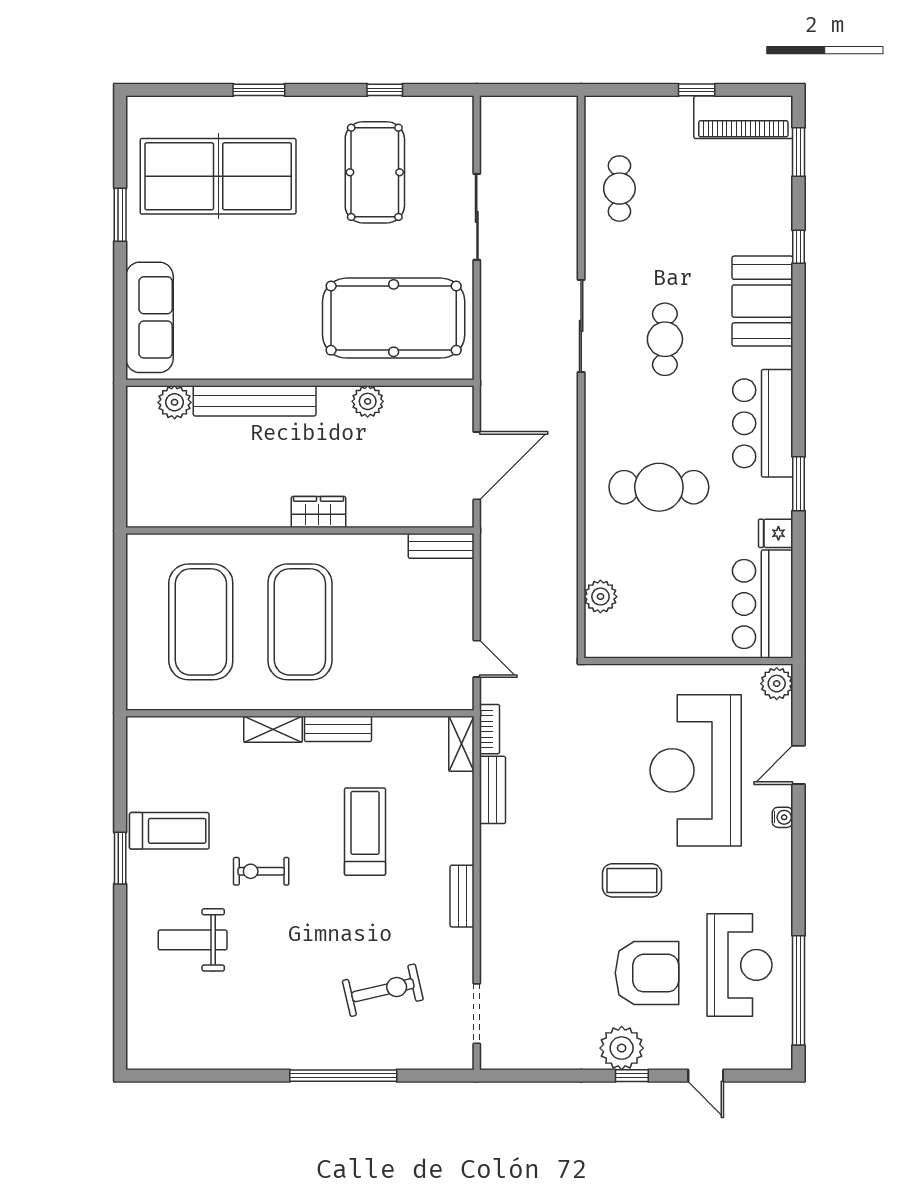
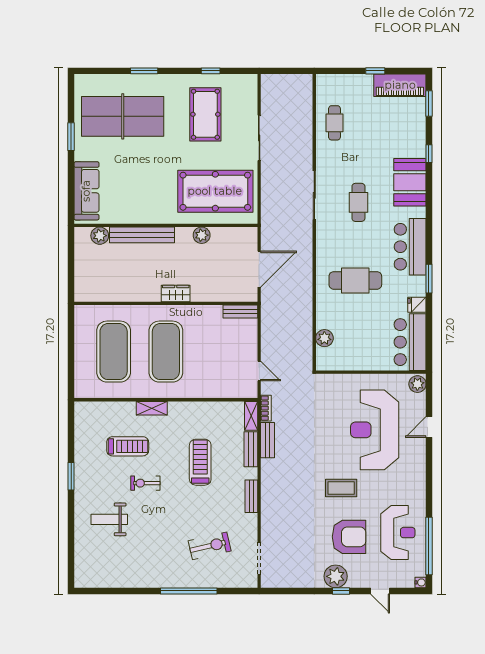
bench: (338, 729) -> (251, 449), moved, turned 90
water cooler: (783, 817) -> (421, 582), moved
treadmill: (169, 831) -> (128, 446), moved

